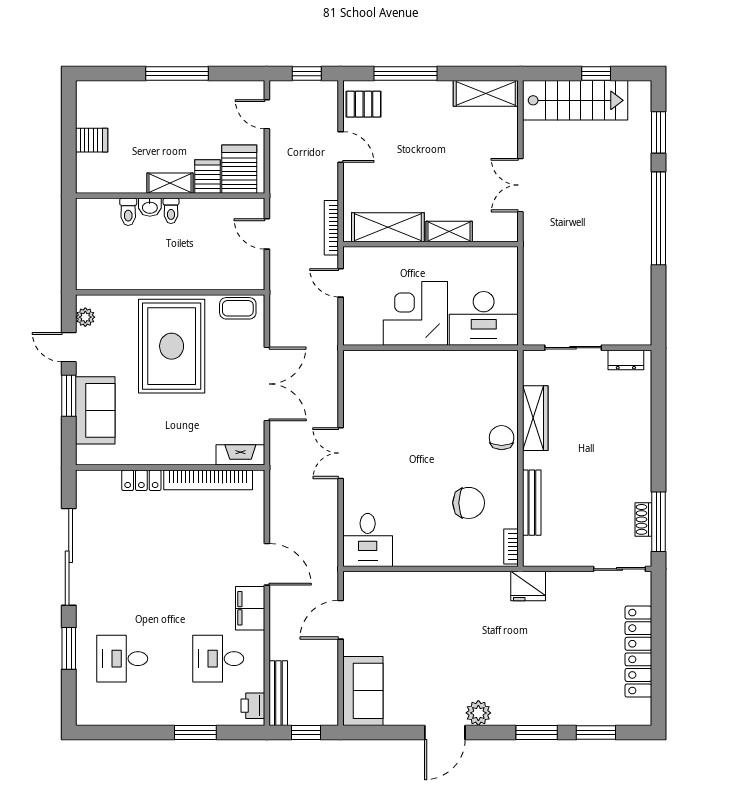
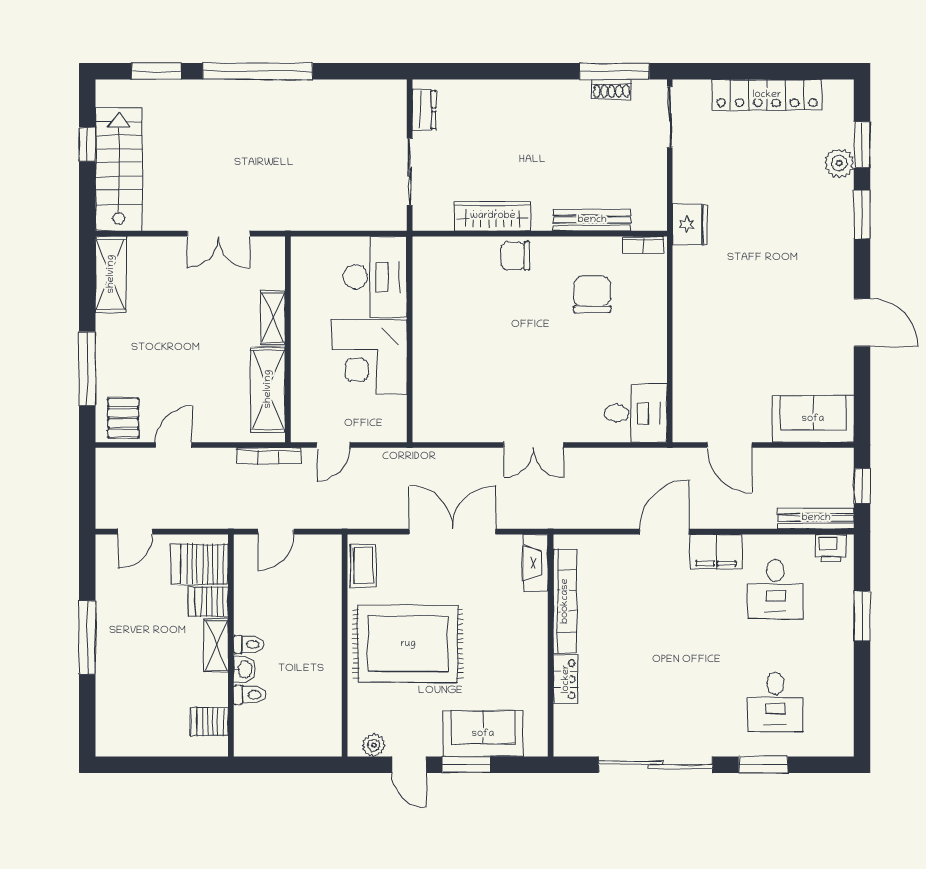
window: (307, 74) -> (87, 485), removed
server rack: (92, 140) -> (209, 722), moved, turned -90
door: (69, 347) -> (409, 765), hinge flipped
plant: (478, 713) -> (839, 163), moved

